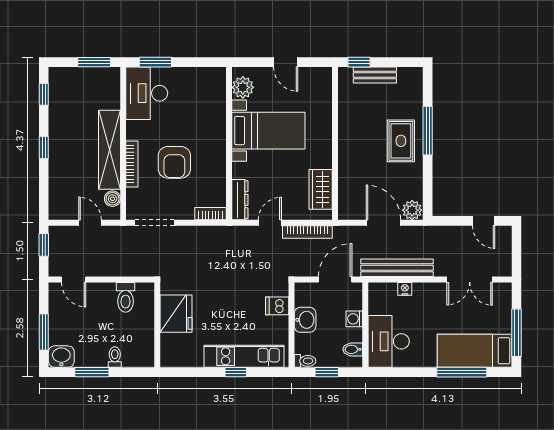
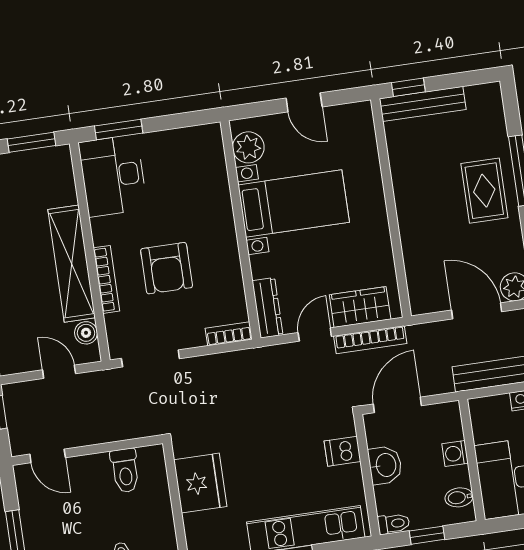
bench: (375, 75) -> (423, 104), width x1.36
wardrobe: (321, 189) -> (360, 307), moved, turned 90
door: (335, 280) -> (397, 405), moved

